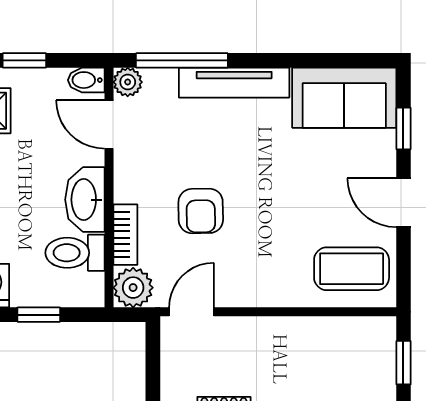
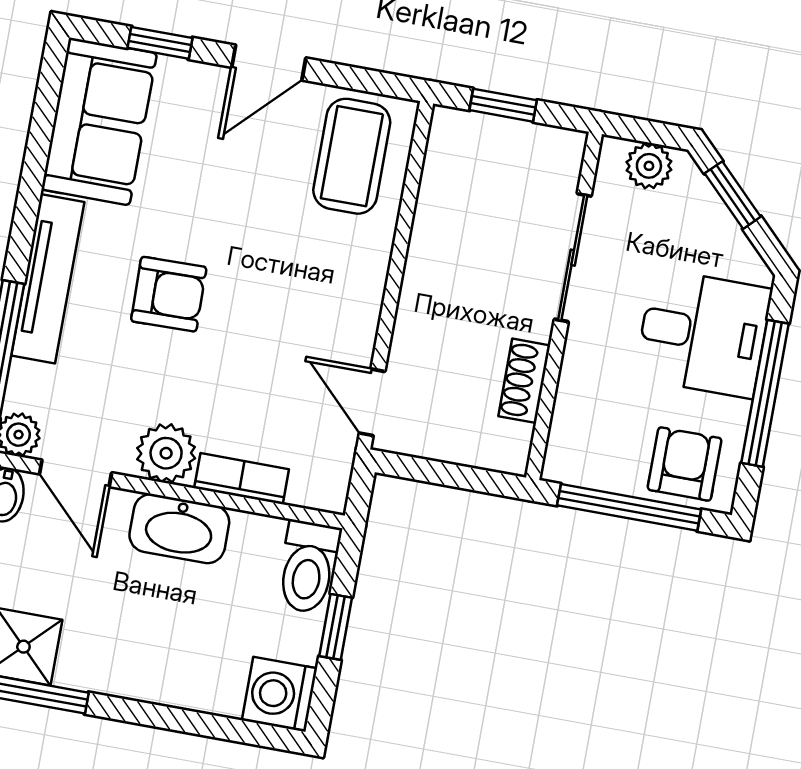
door: (109, 124) -> (76, 473), hinge flipped
armchair: (201, 211) -> (169, 294), moved
toilet: (75, 253) -> (308, 567), moved
plant: (133, 288) -> (166, 453), moved

